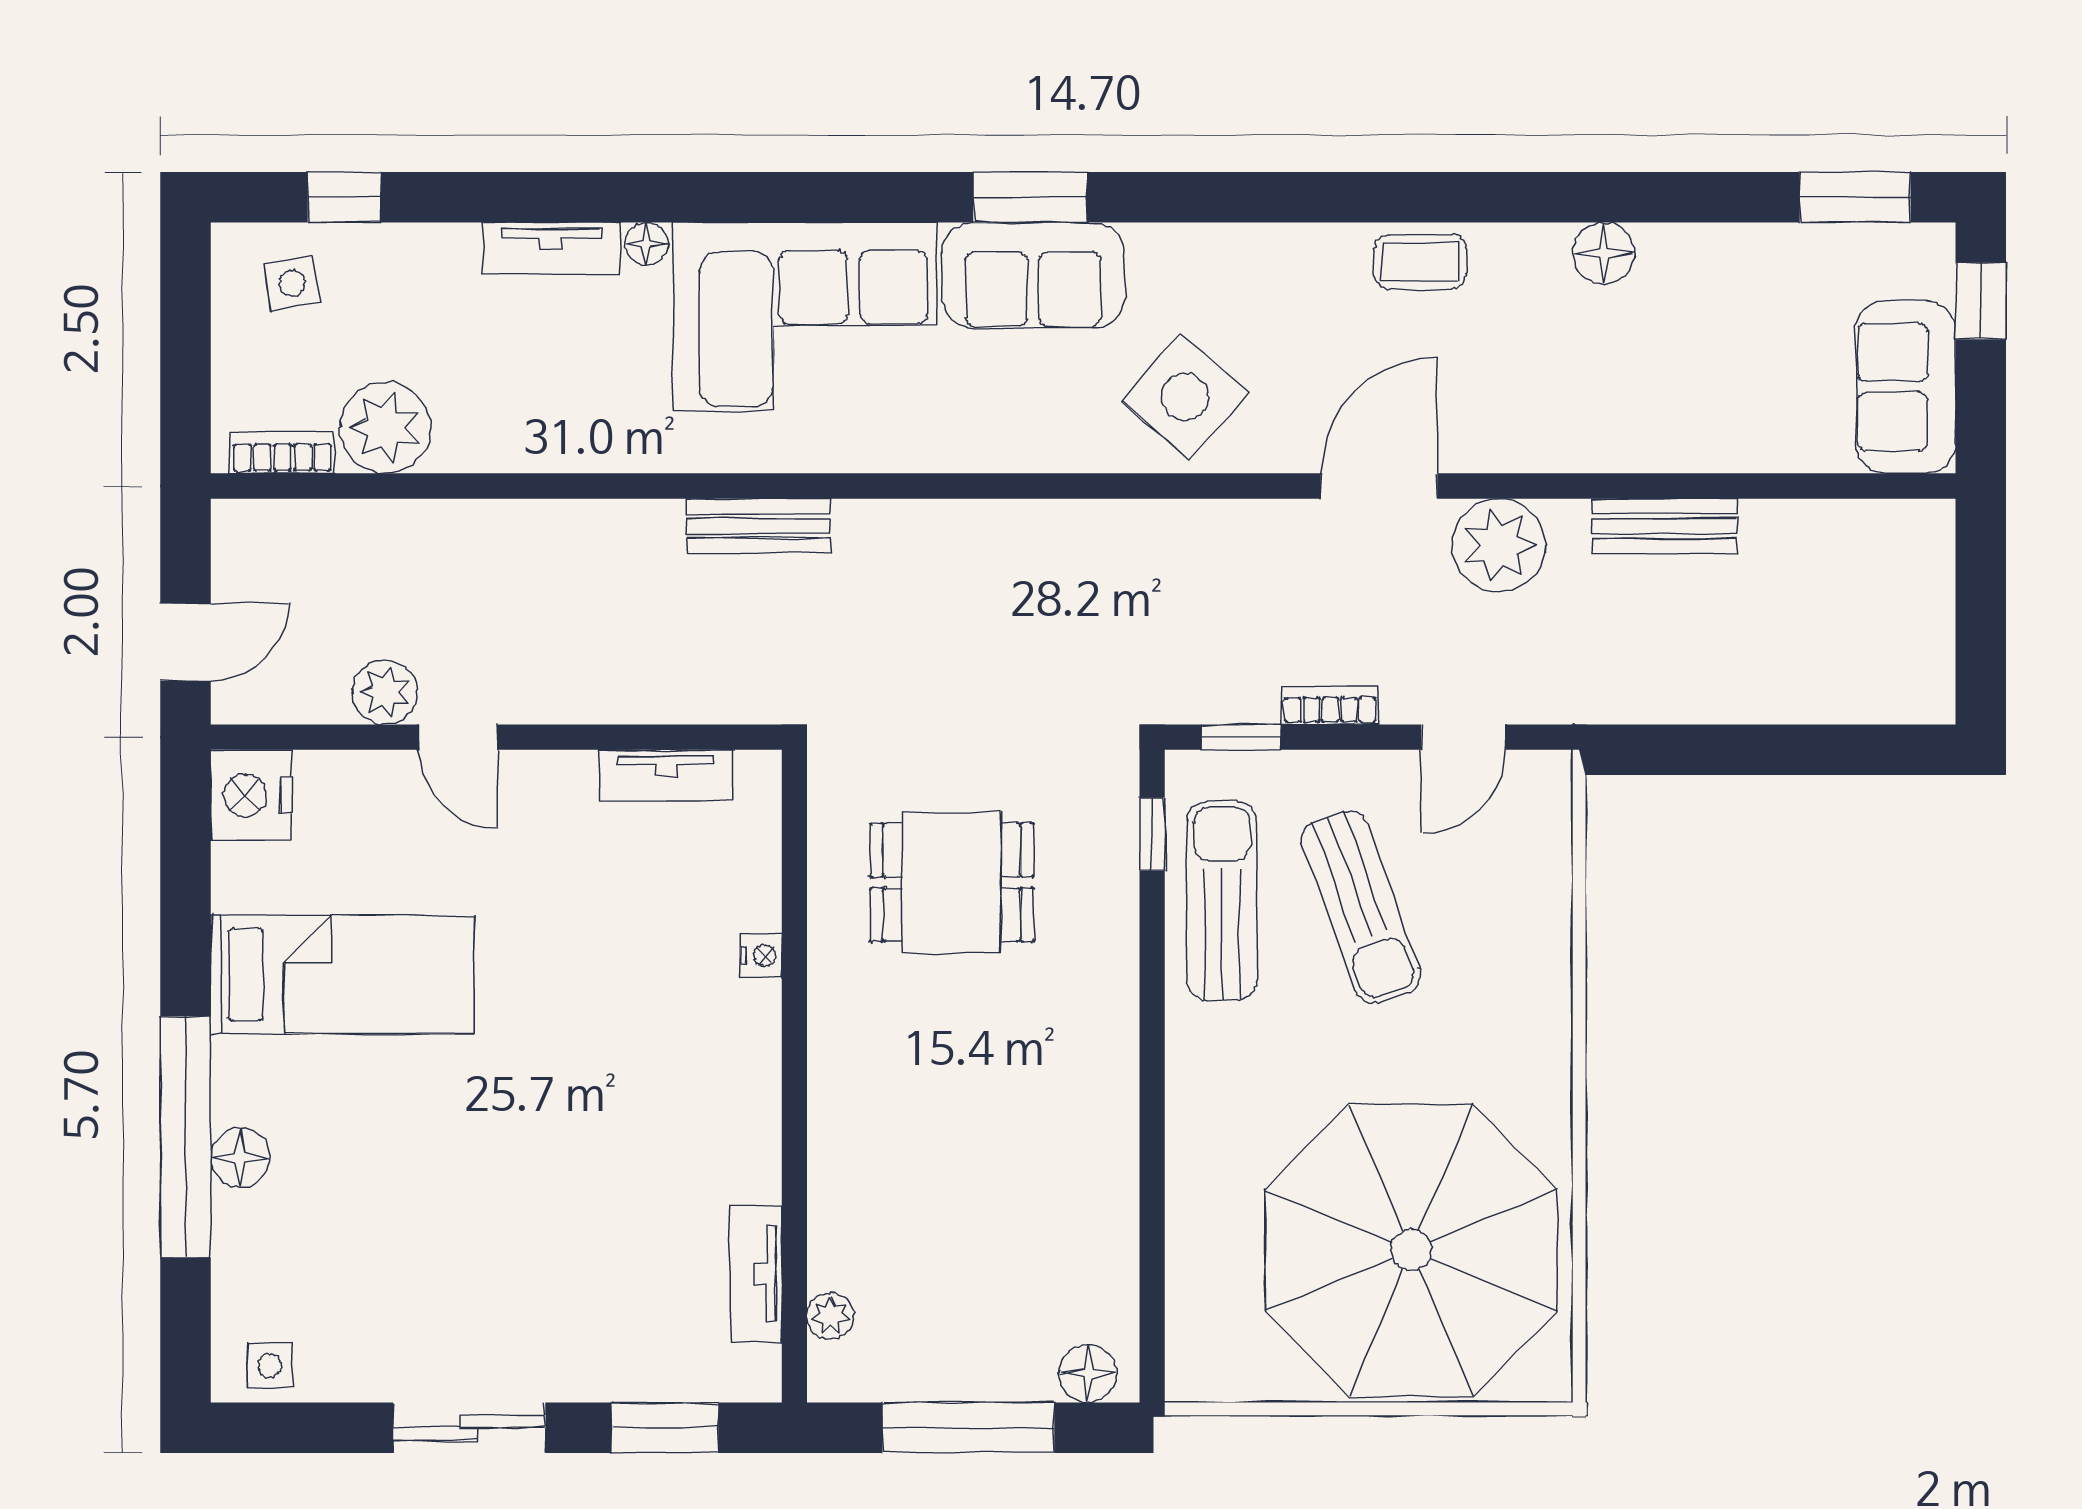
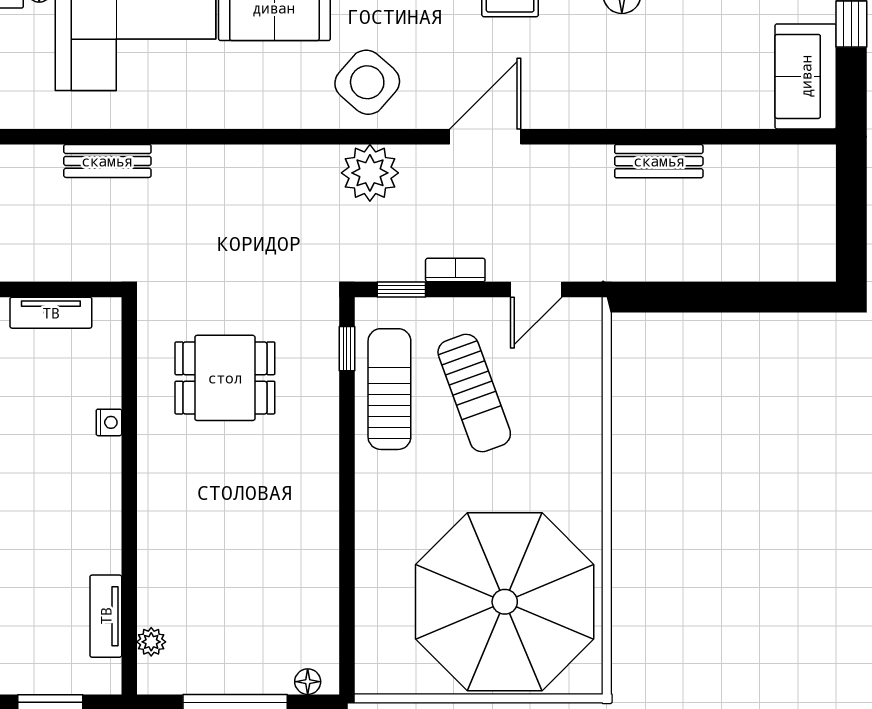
plant: (1498, 545) -> (370, 173), moved
floor lamp: (1088, 1374) -> (308, 682), width x0.73, depth x0.73

